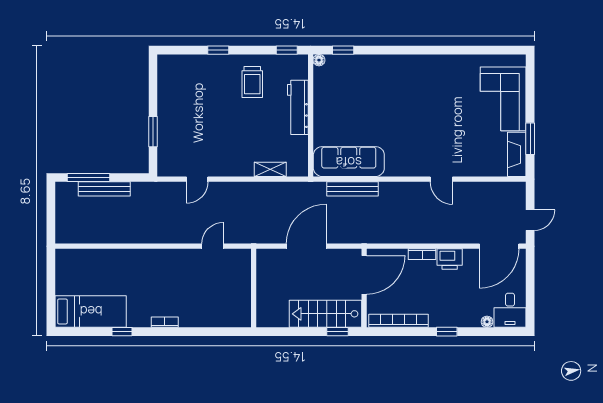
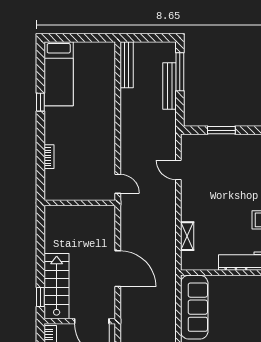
bench: (352, 189) -> (127, 65), moved
wall: (254, 288) -> (80, 203), moved
bookcase: (165, 322) -> (49, 157), moved

